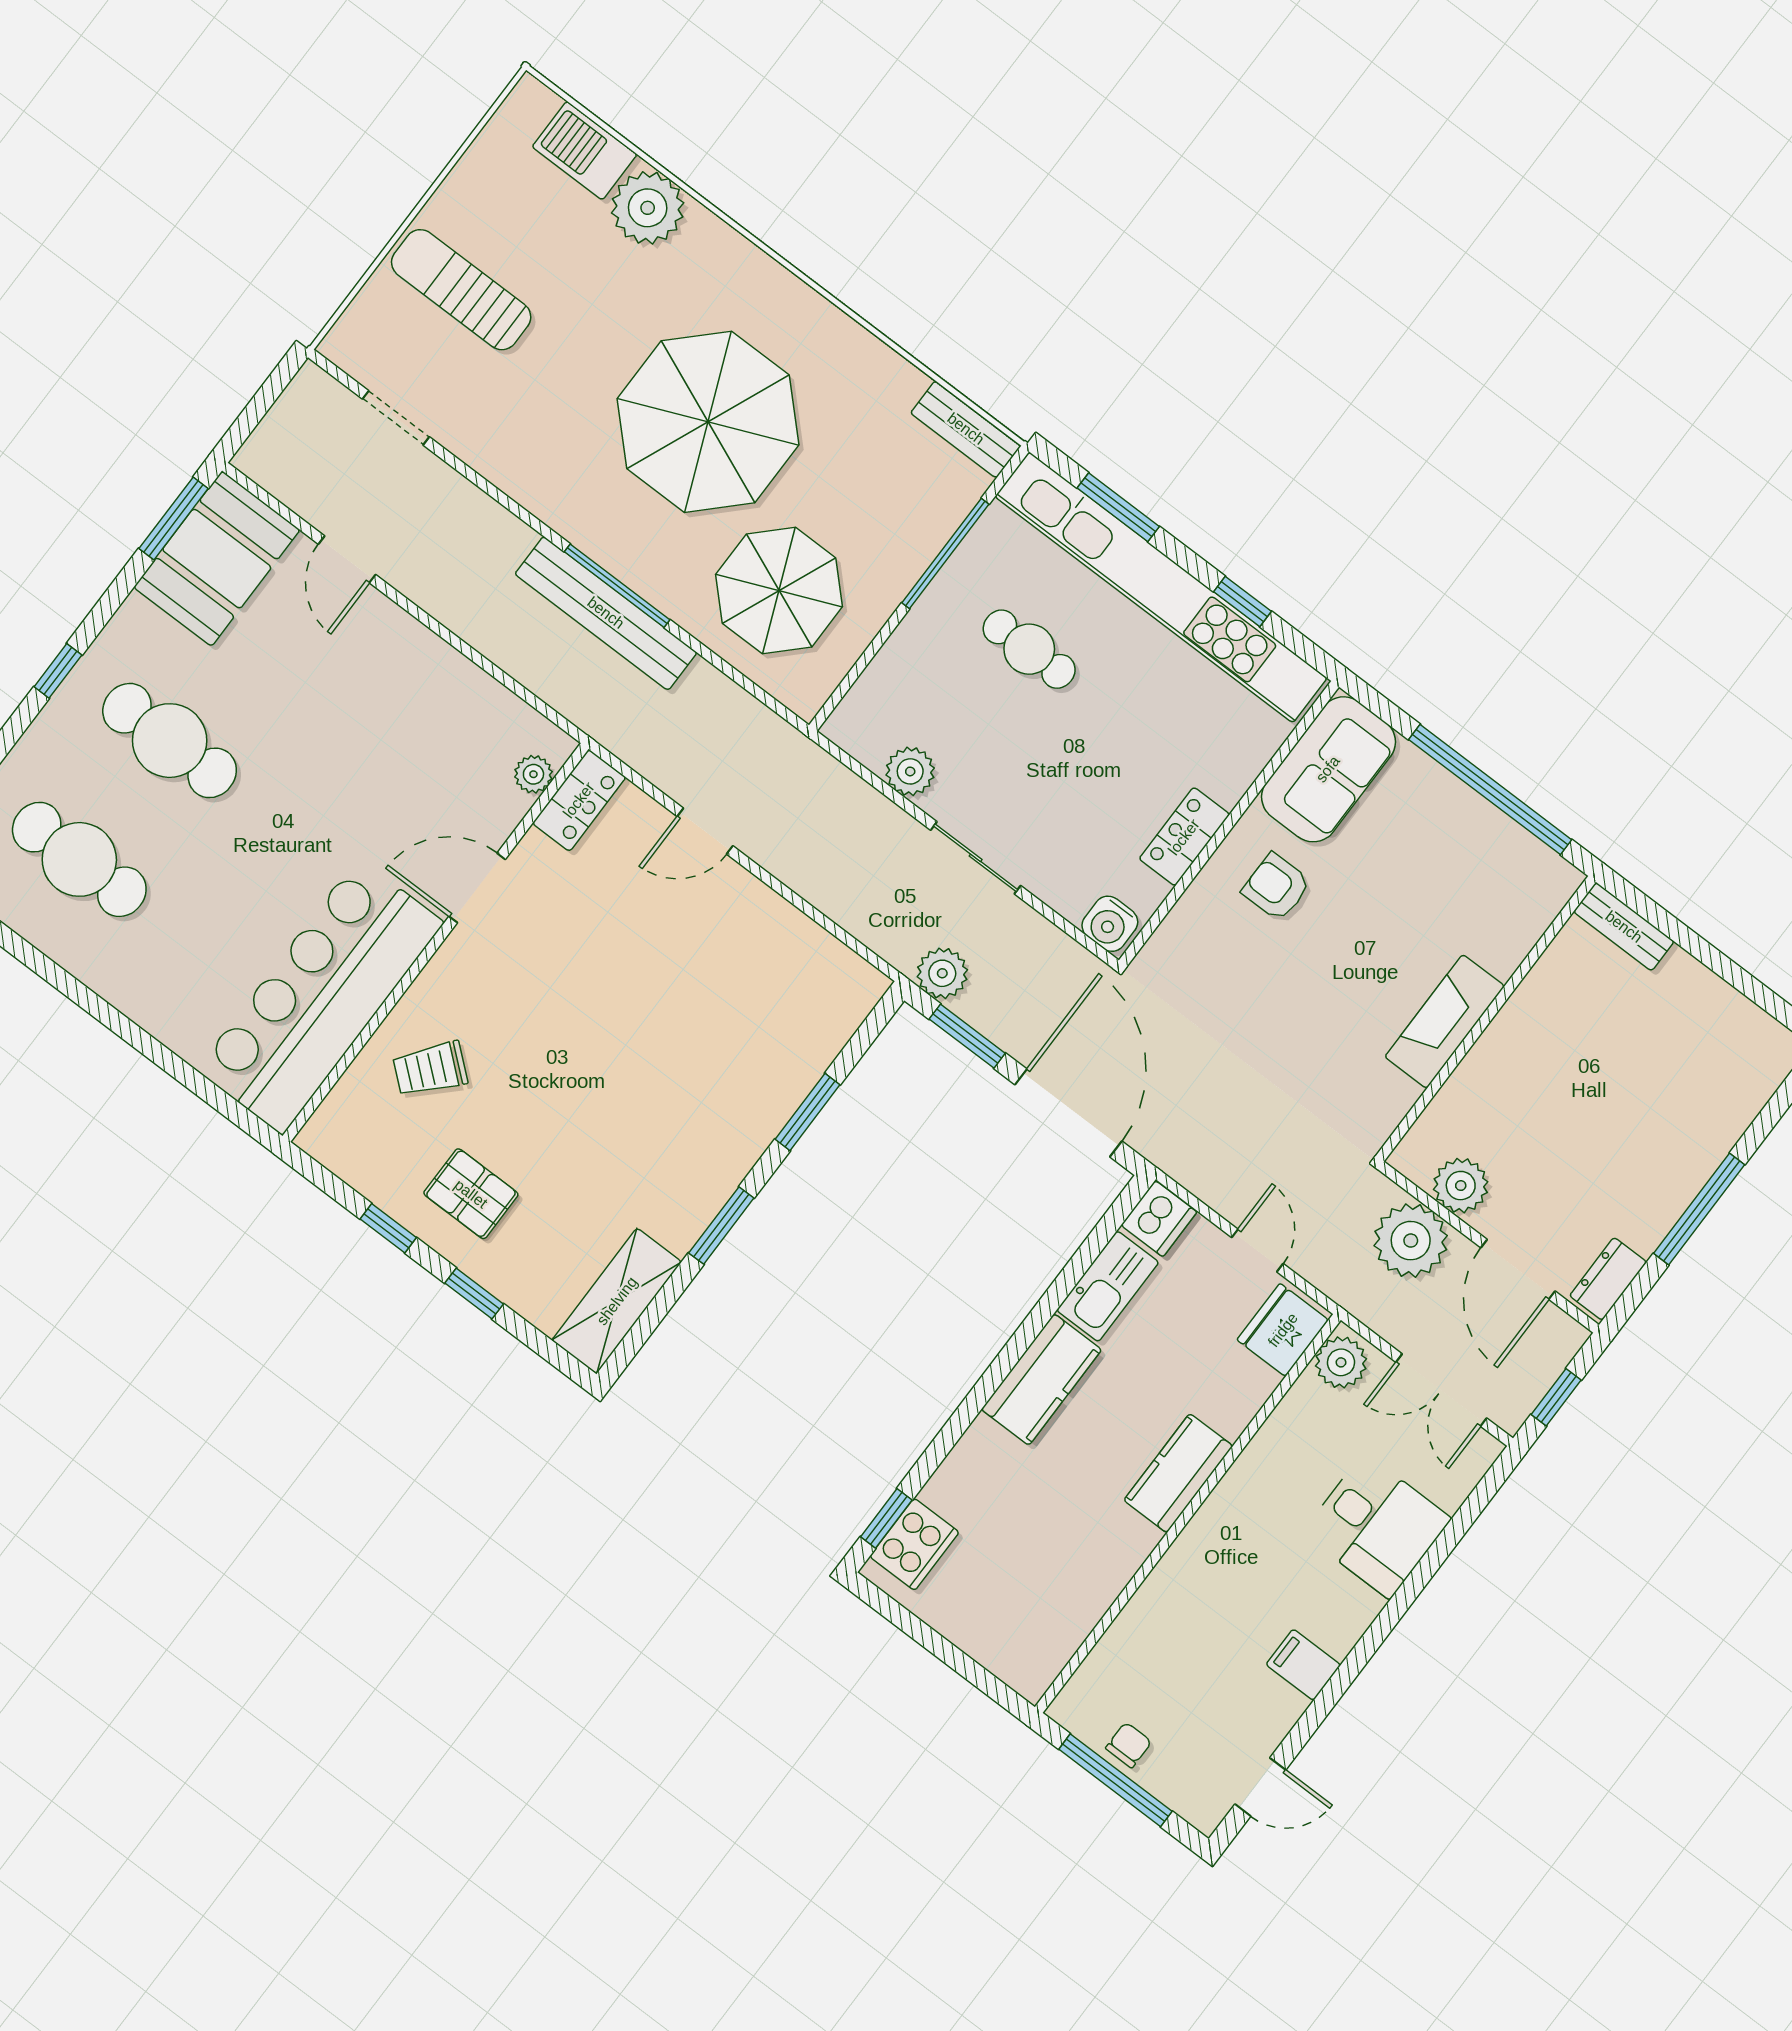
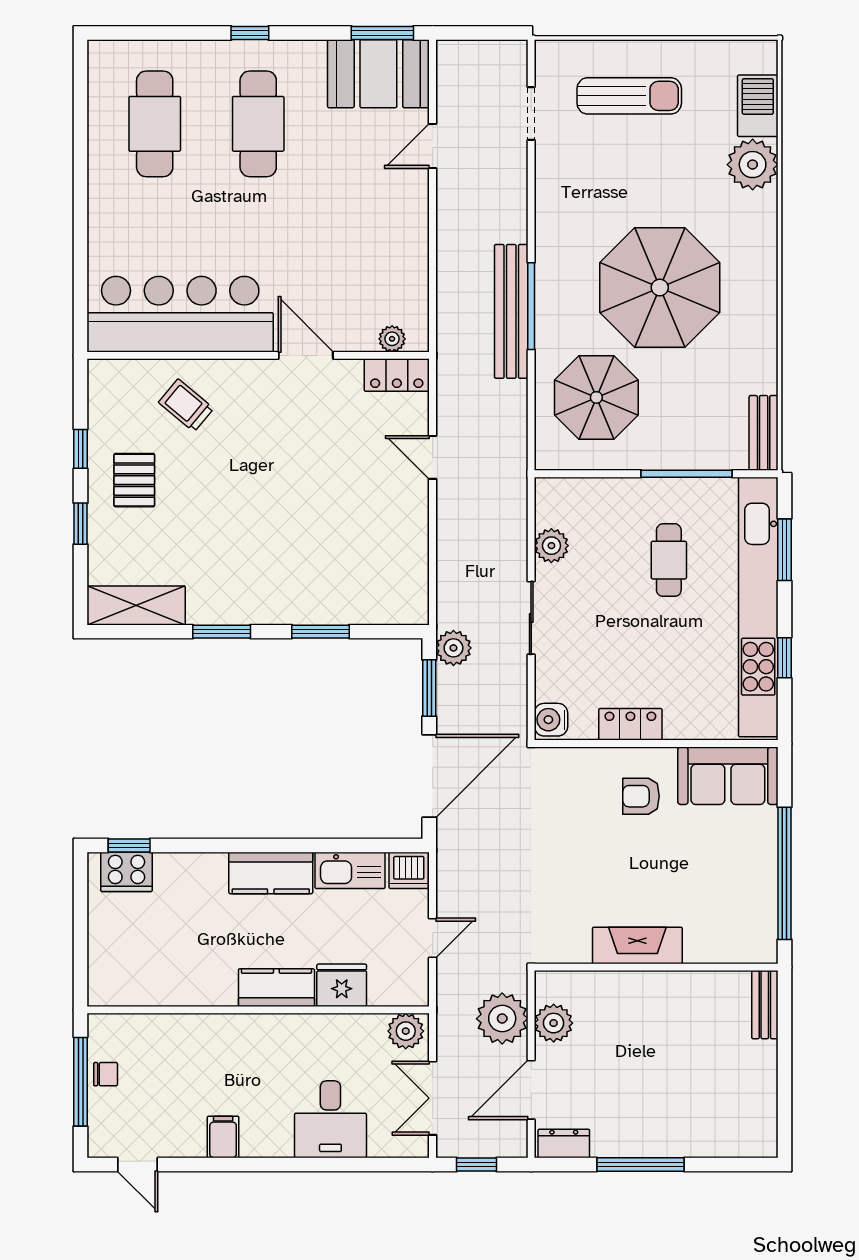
sun lounger: (461, 290) -> (629, 96), turned 90
armchair: (1276, 887) -> (641, 796), turned -90
fridge: (1283, 1330) -> (342, 985), moved

